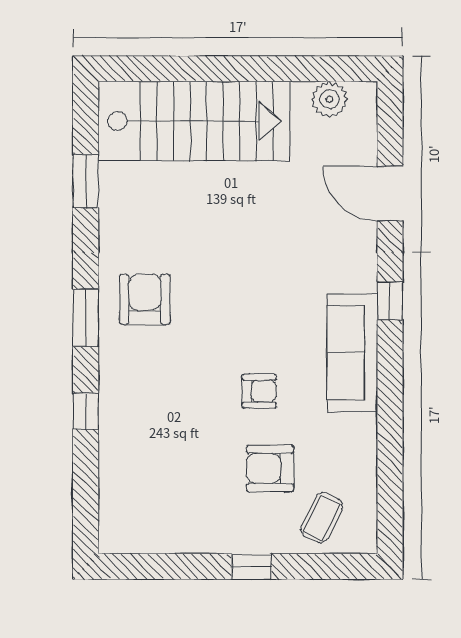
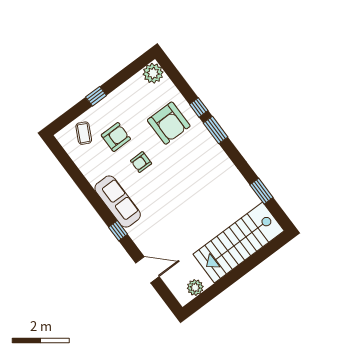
armchair: (145, 299) -> (169, 123), moved, width x1.36, depth x1.36
window: (86, 318) -> (216, 130), moved
plant: (121, 531) -> (153, 73), added

